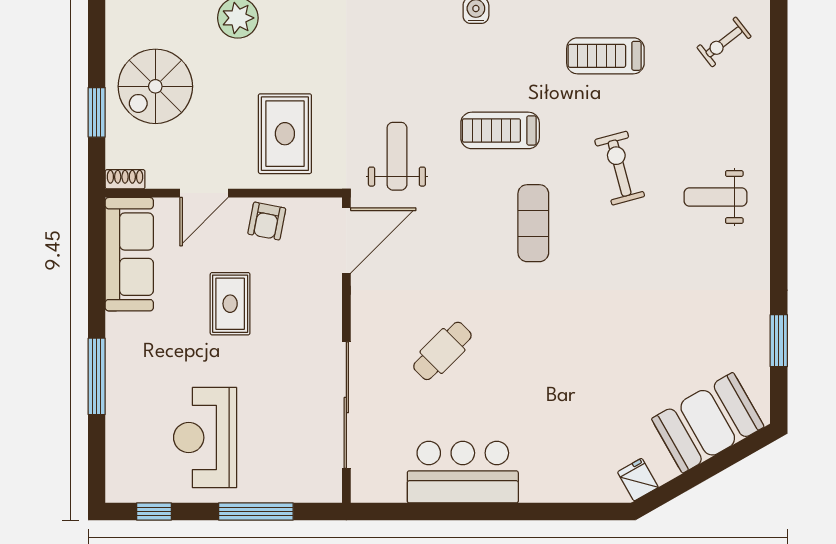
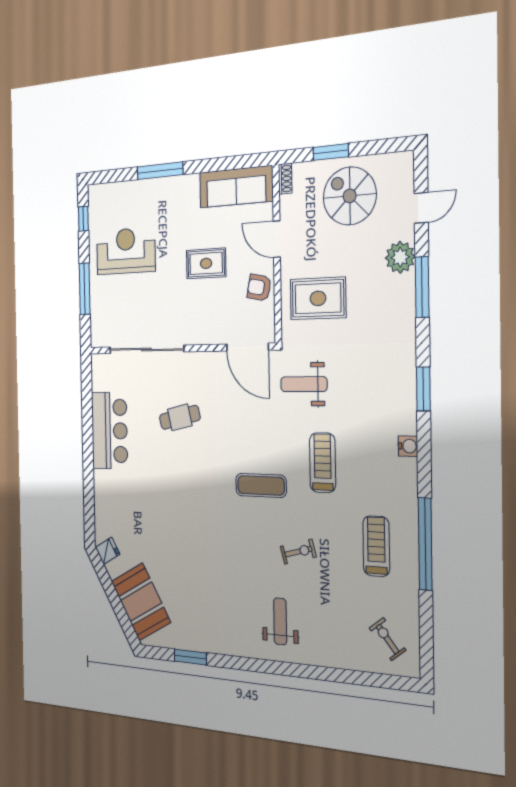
weight bench: (397, 156) -> (304, 384), turned 180
exercise bike: (620, 168) -> (298, 552), width x0.73, depth x0.72
cafe table: (442, 351) -> (180, 417), turned -58

